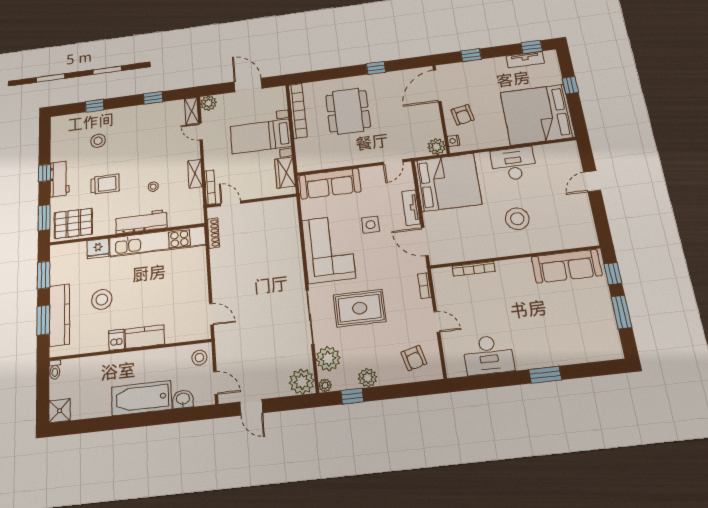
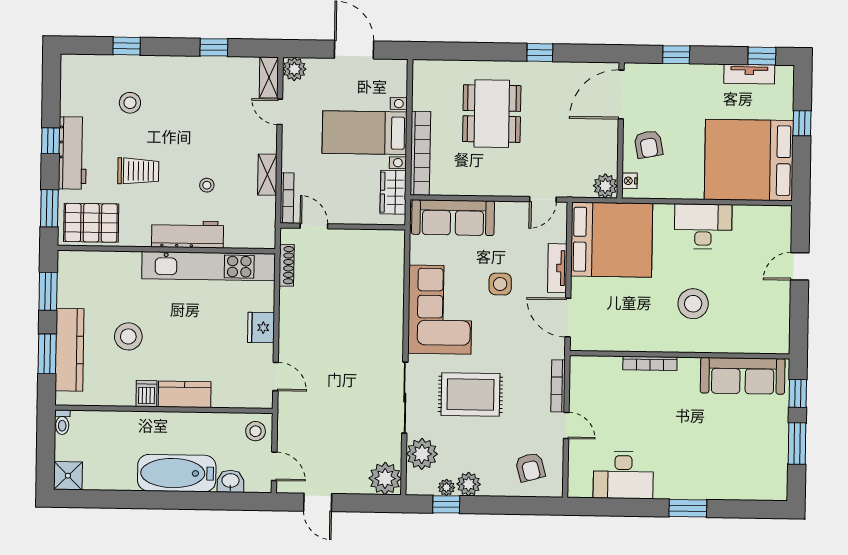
bookcase: (298, 111) -> (420, 153), moved
workbench: (60, 179) -> (72, 153), width x1.38
fridge: (98, 248) -> (261, 328), moved, turned 90
bookcase: (474, 269) -> (650, 363), moved
bookcase: (425, 286) -> (558, 386), width x1.56
plant: (325, 385) -> (447, 487), moved

